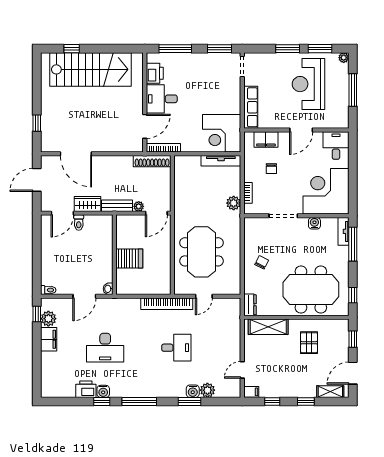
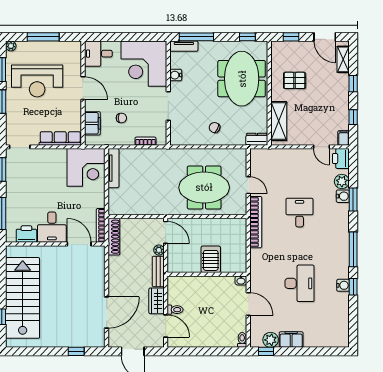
plant: (234, 203) -> (156, 156), removed
printer: (86, 389) -> (341, 159), moved

